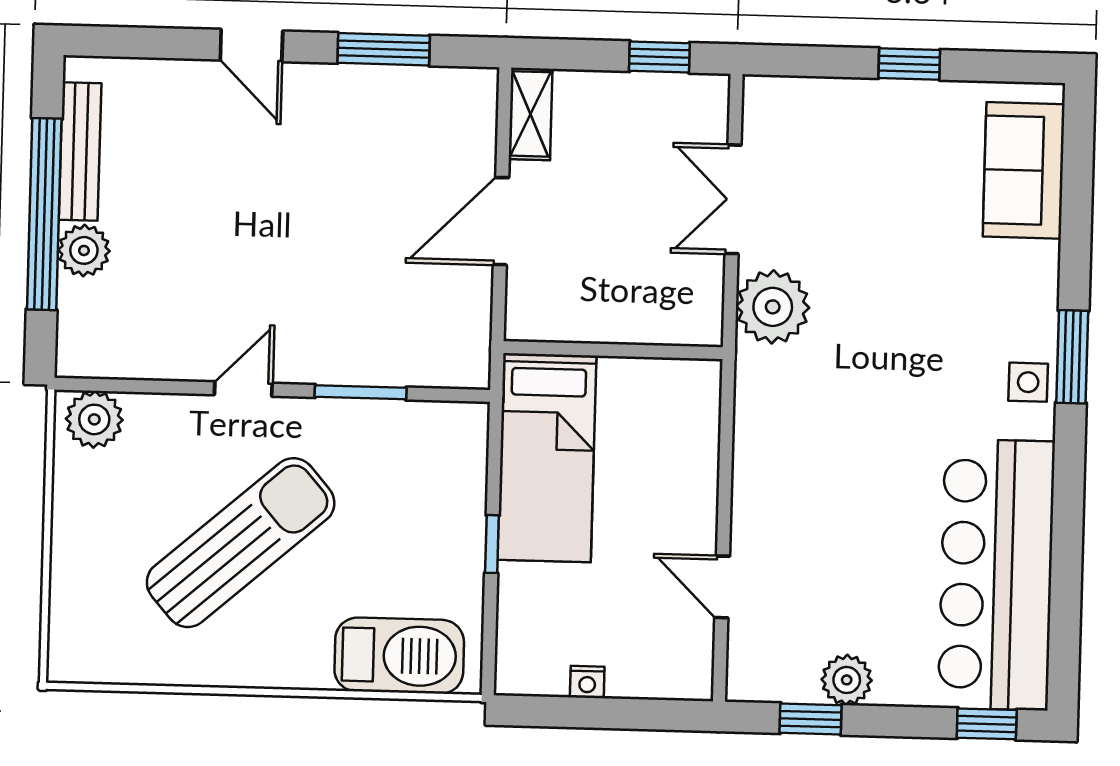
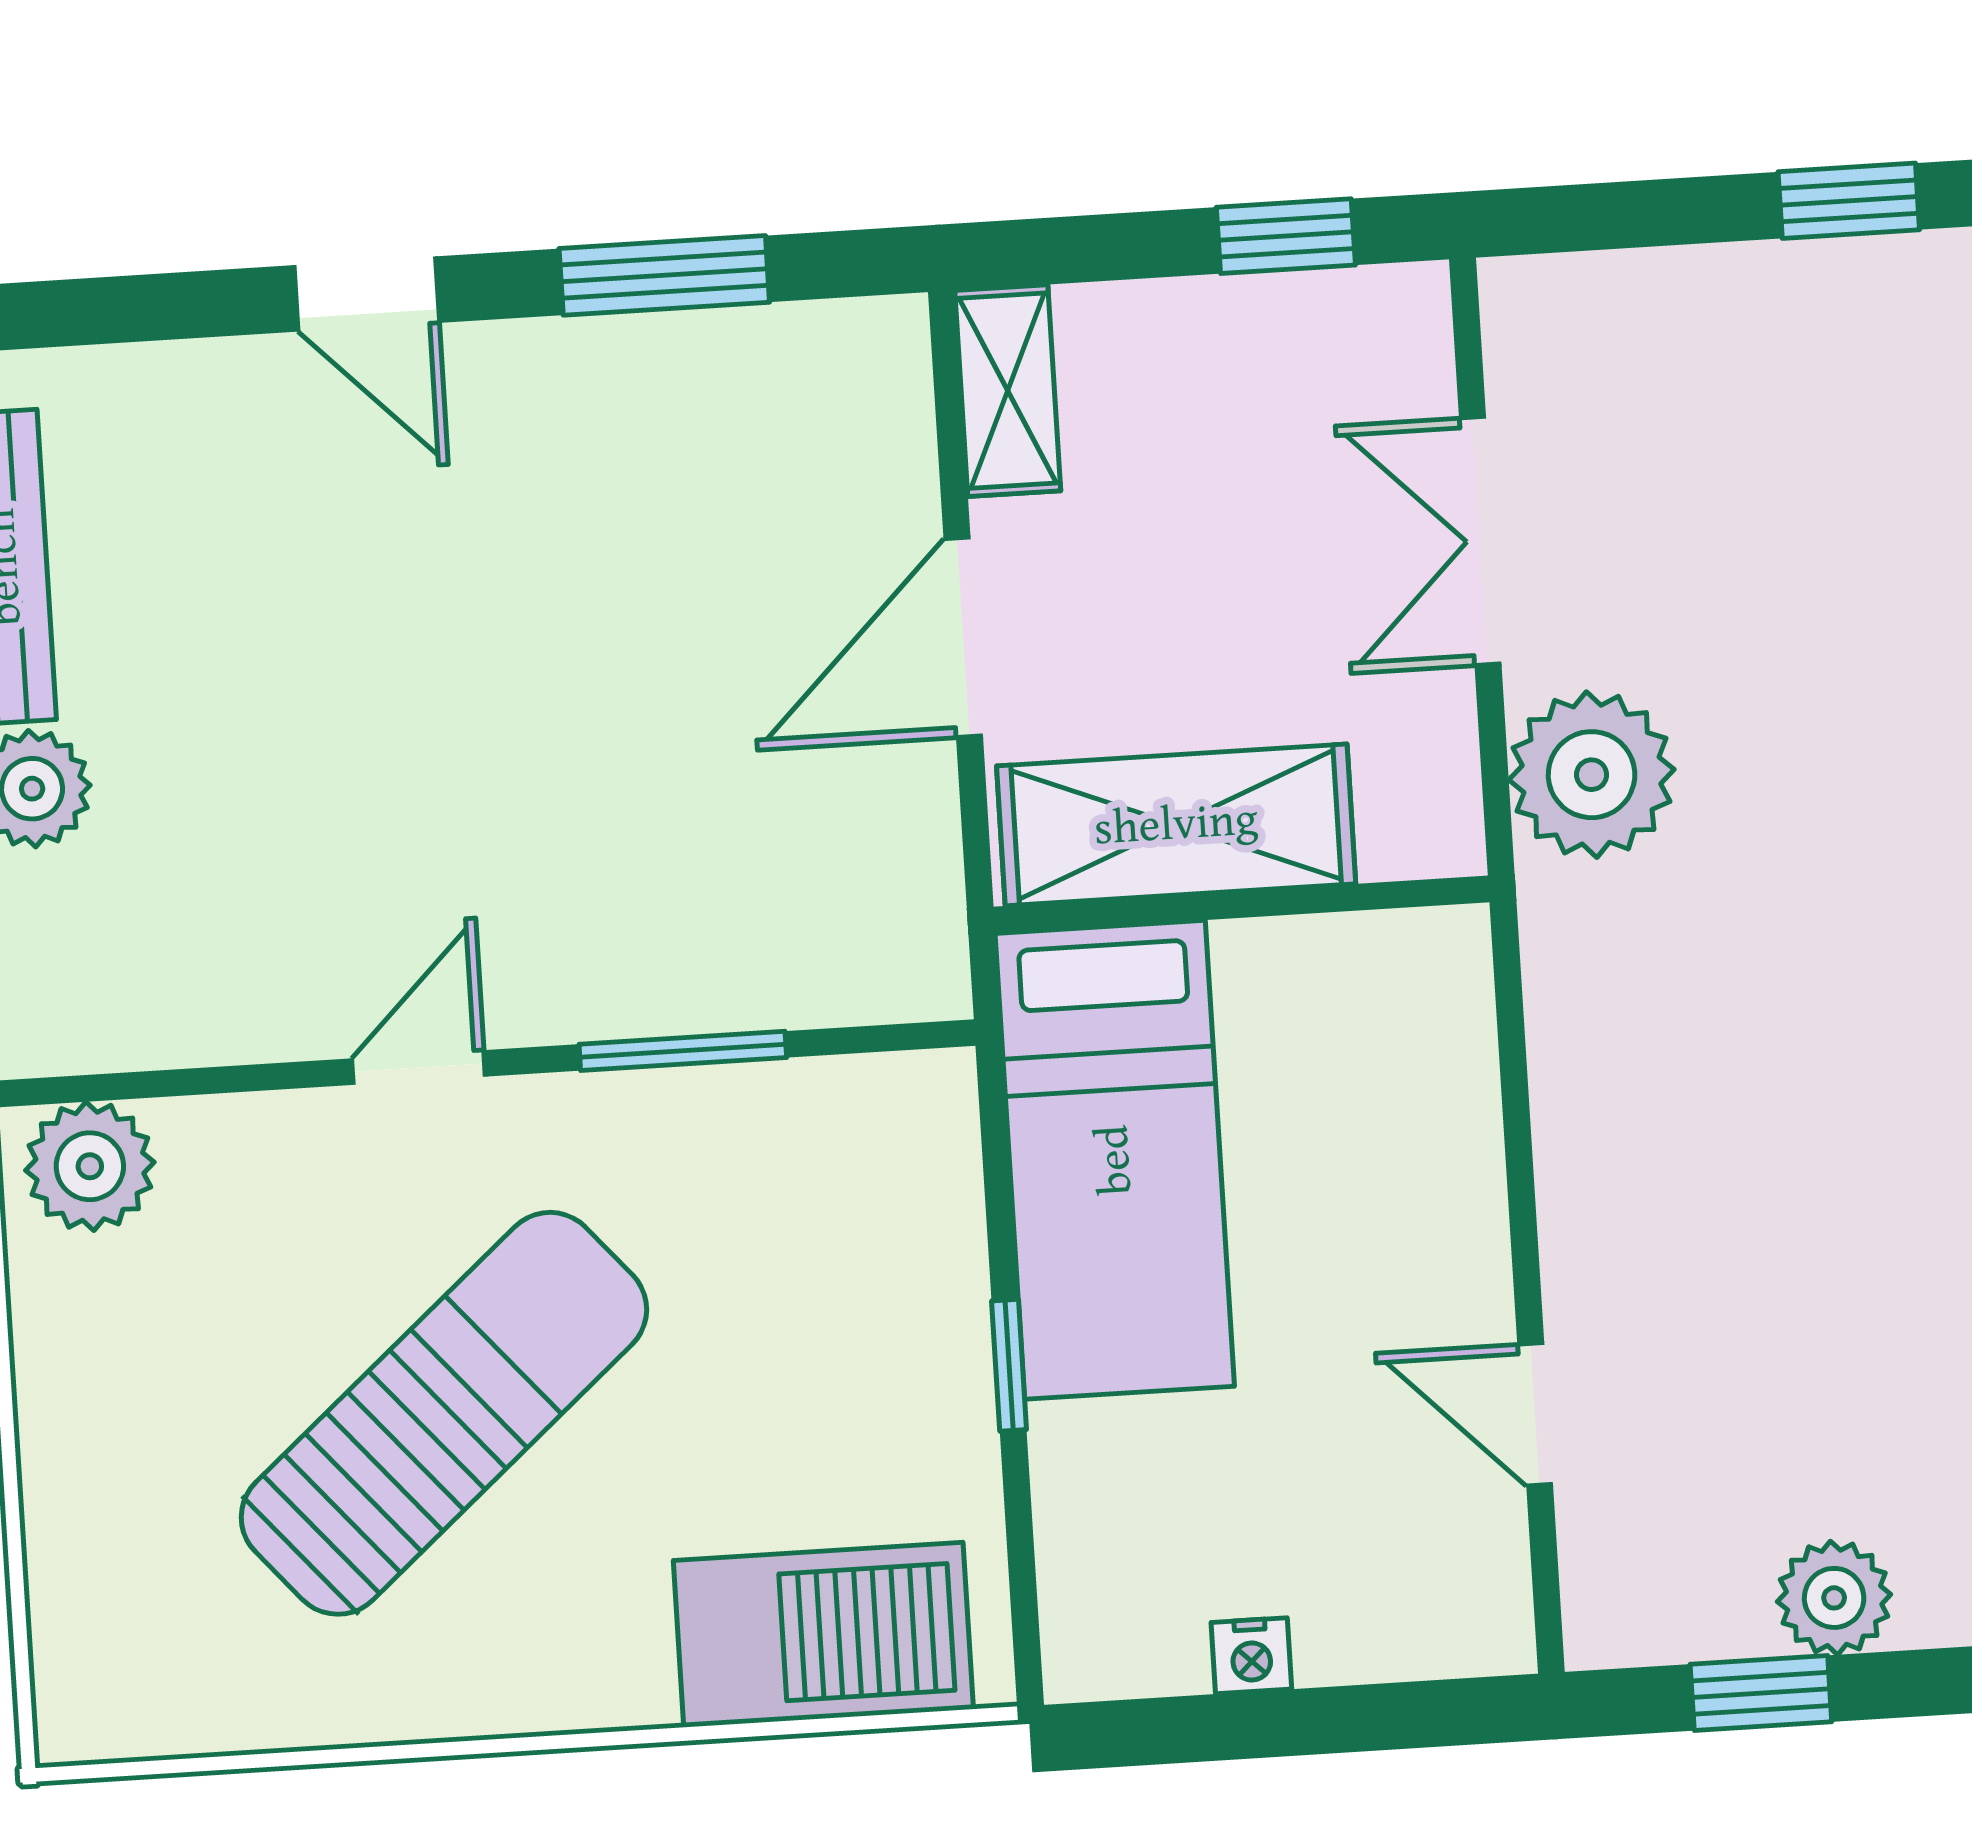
shelving: (587, 312) -> (1176, 825), added

